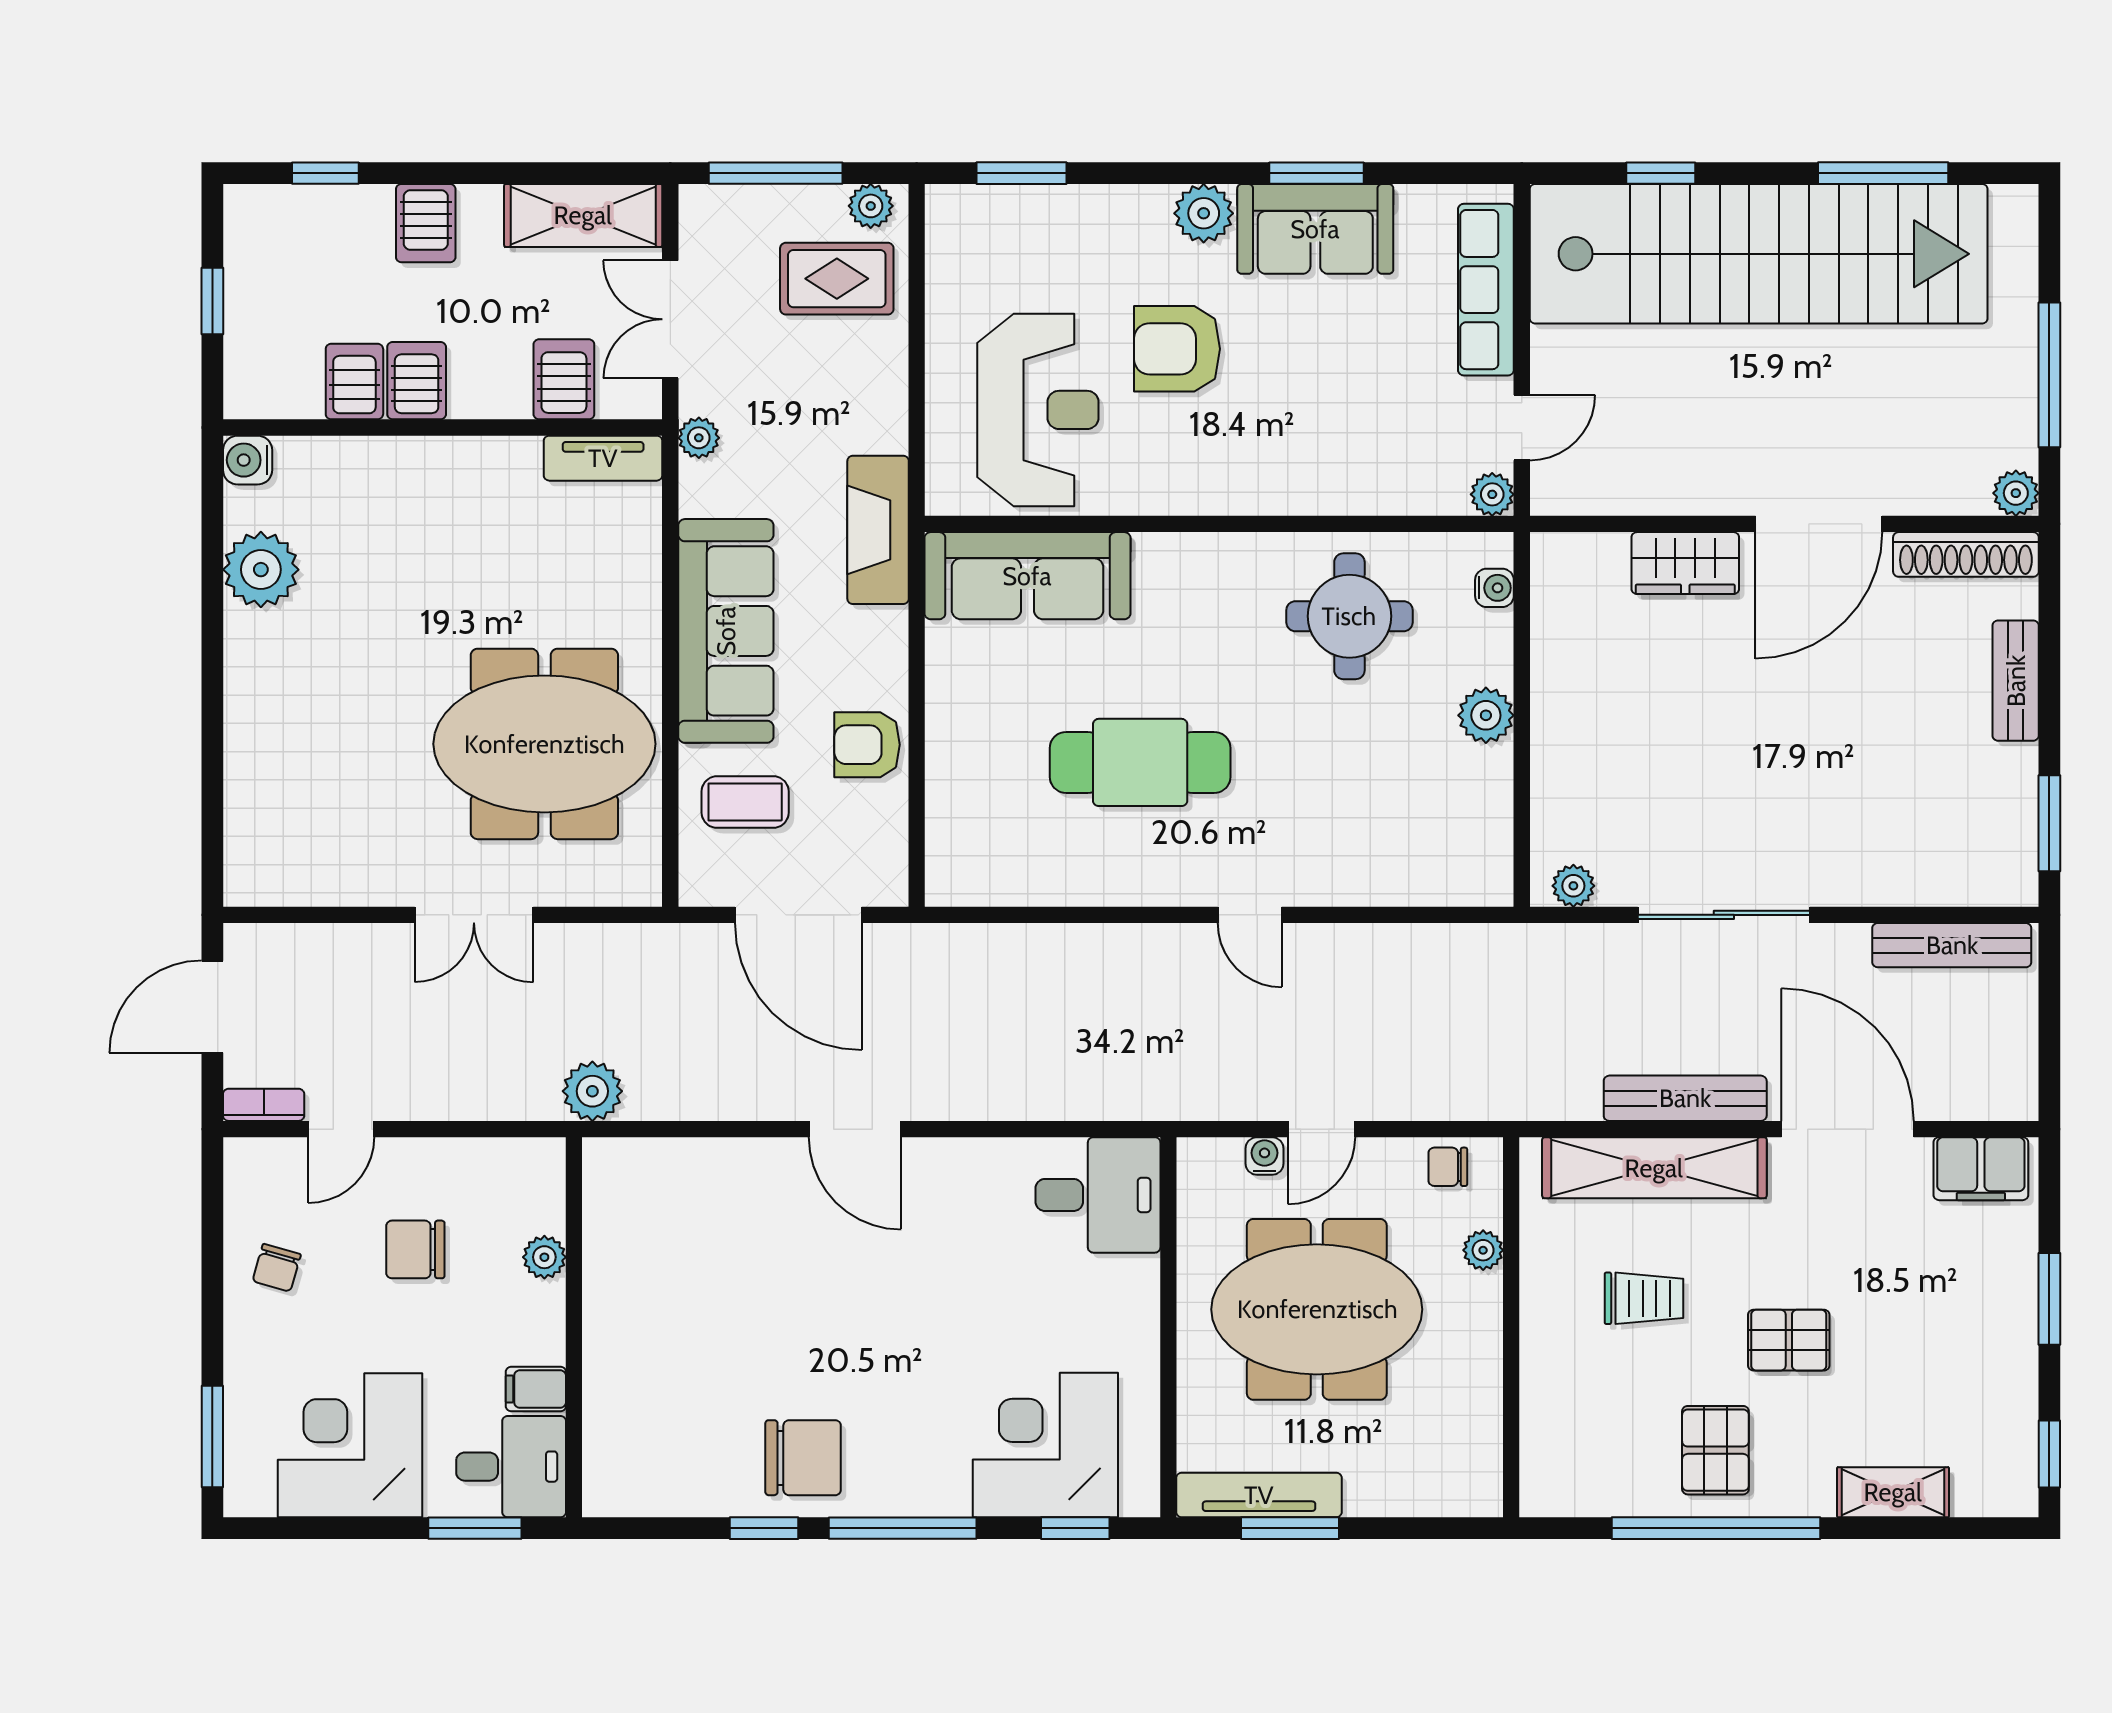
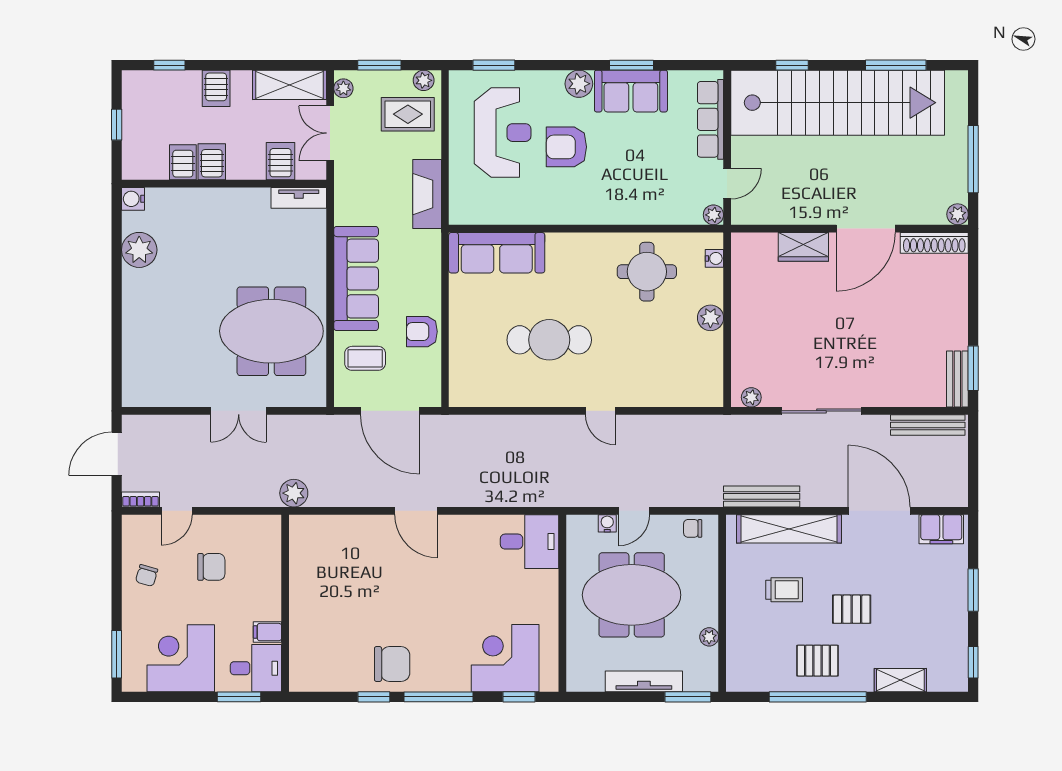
window: (776, 173) -> (379, 65), width x0.69
reception desk: (1038, 410) -> (503, 133), moved
plant: (699, 438) -> (343, 88), moved
fireplace: (878, 530) -> (427, 194), moved
bench: (2016, 681) -> (957, 379), moved
bench: (1685, 1098) -> (762, 496), moved
chair: (415, 1249) -> (211, 567), turned 180
plant: (1483, 1250) -> (709, 637), moved
plant: (544, 1257) -> (271, 571), removed
pallet: (1715, 1450) -> (818, 661), turned 90
tv unit: (1259, 1495) -> (644, 681), moved
window: (1290, 1528) -> (688, 697), moved

